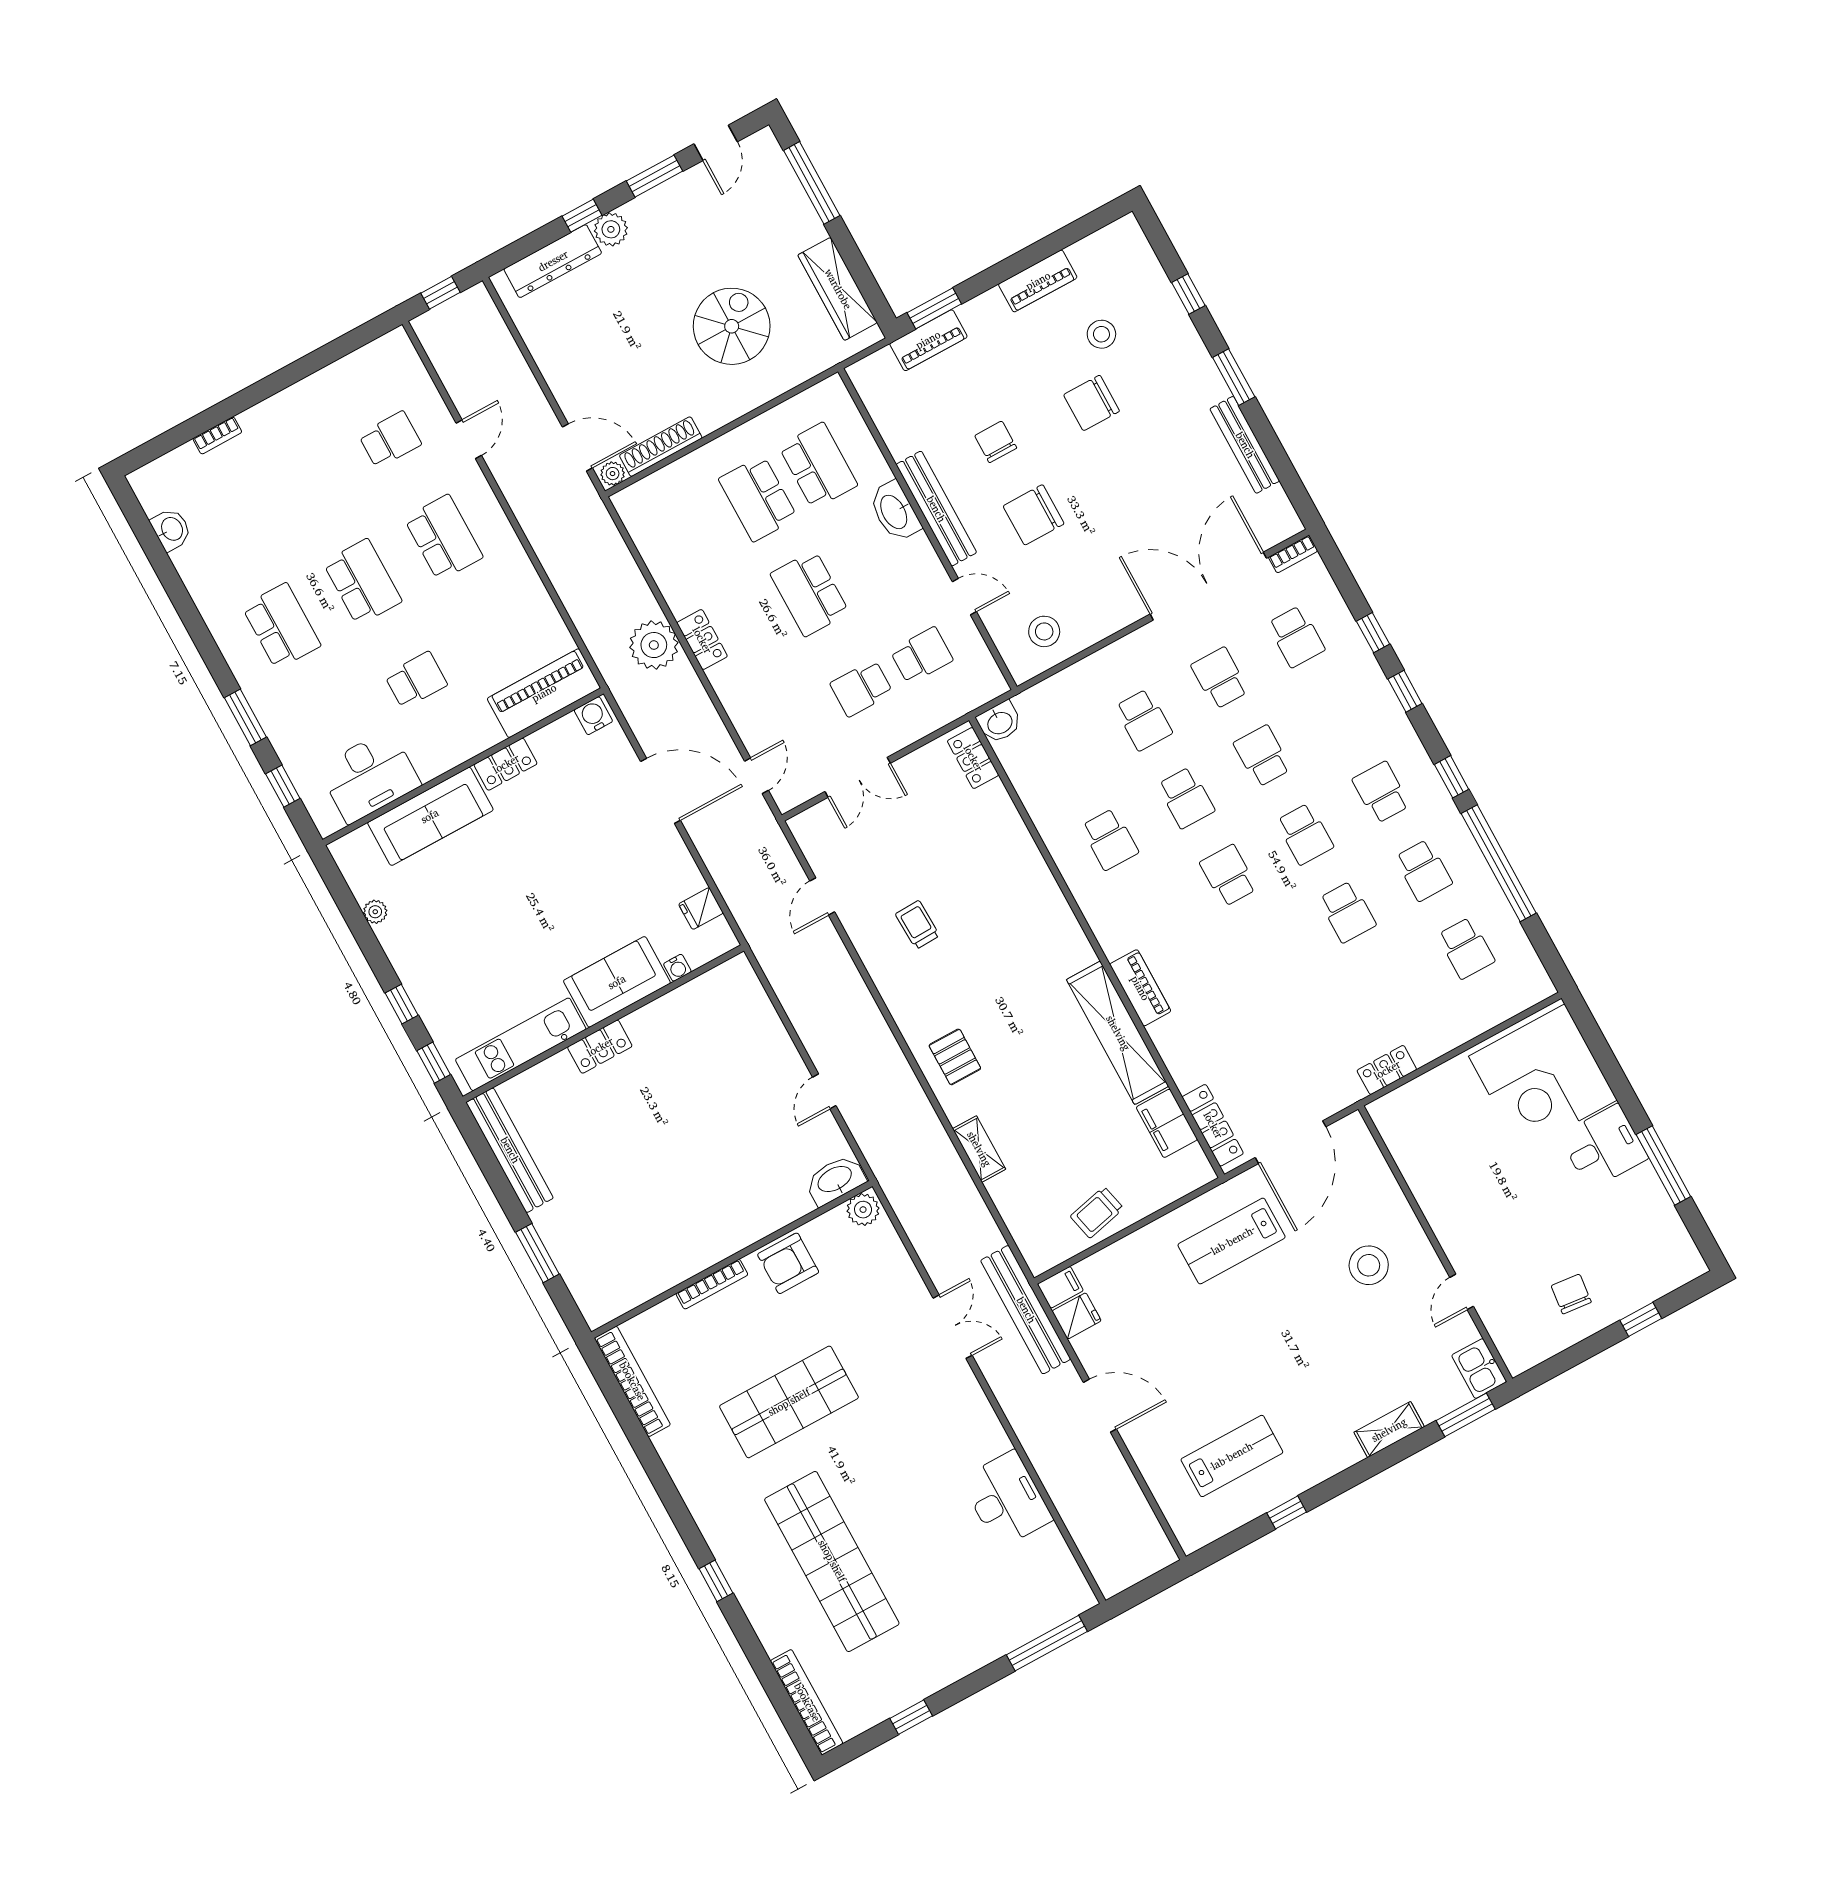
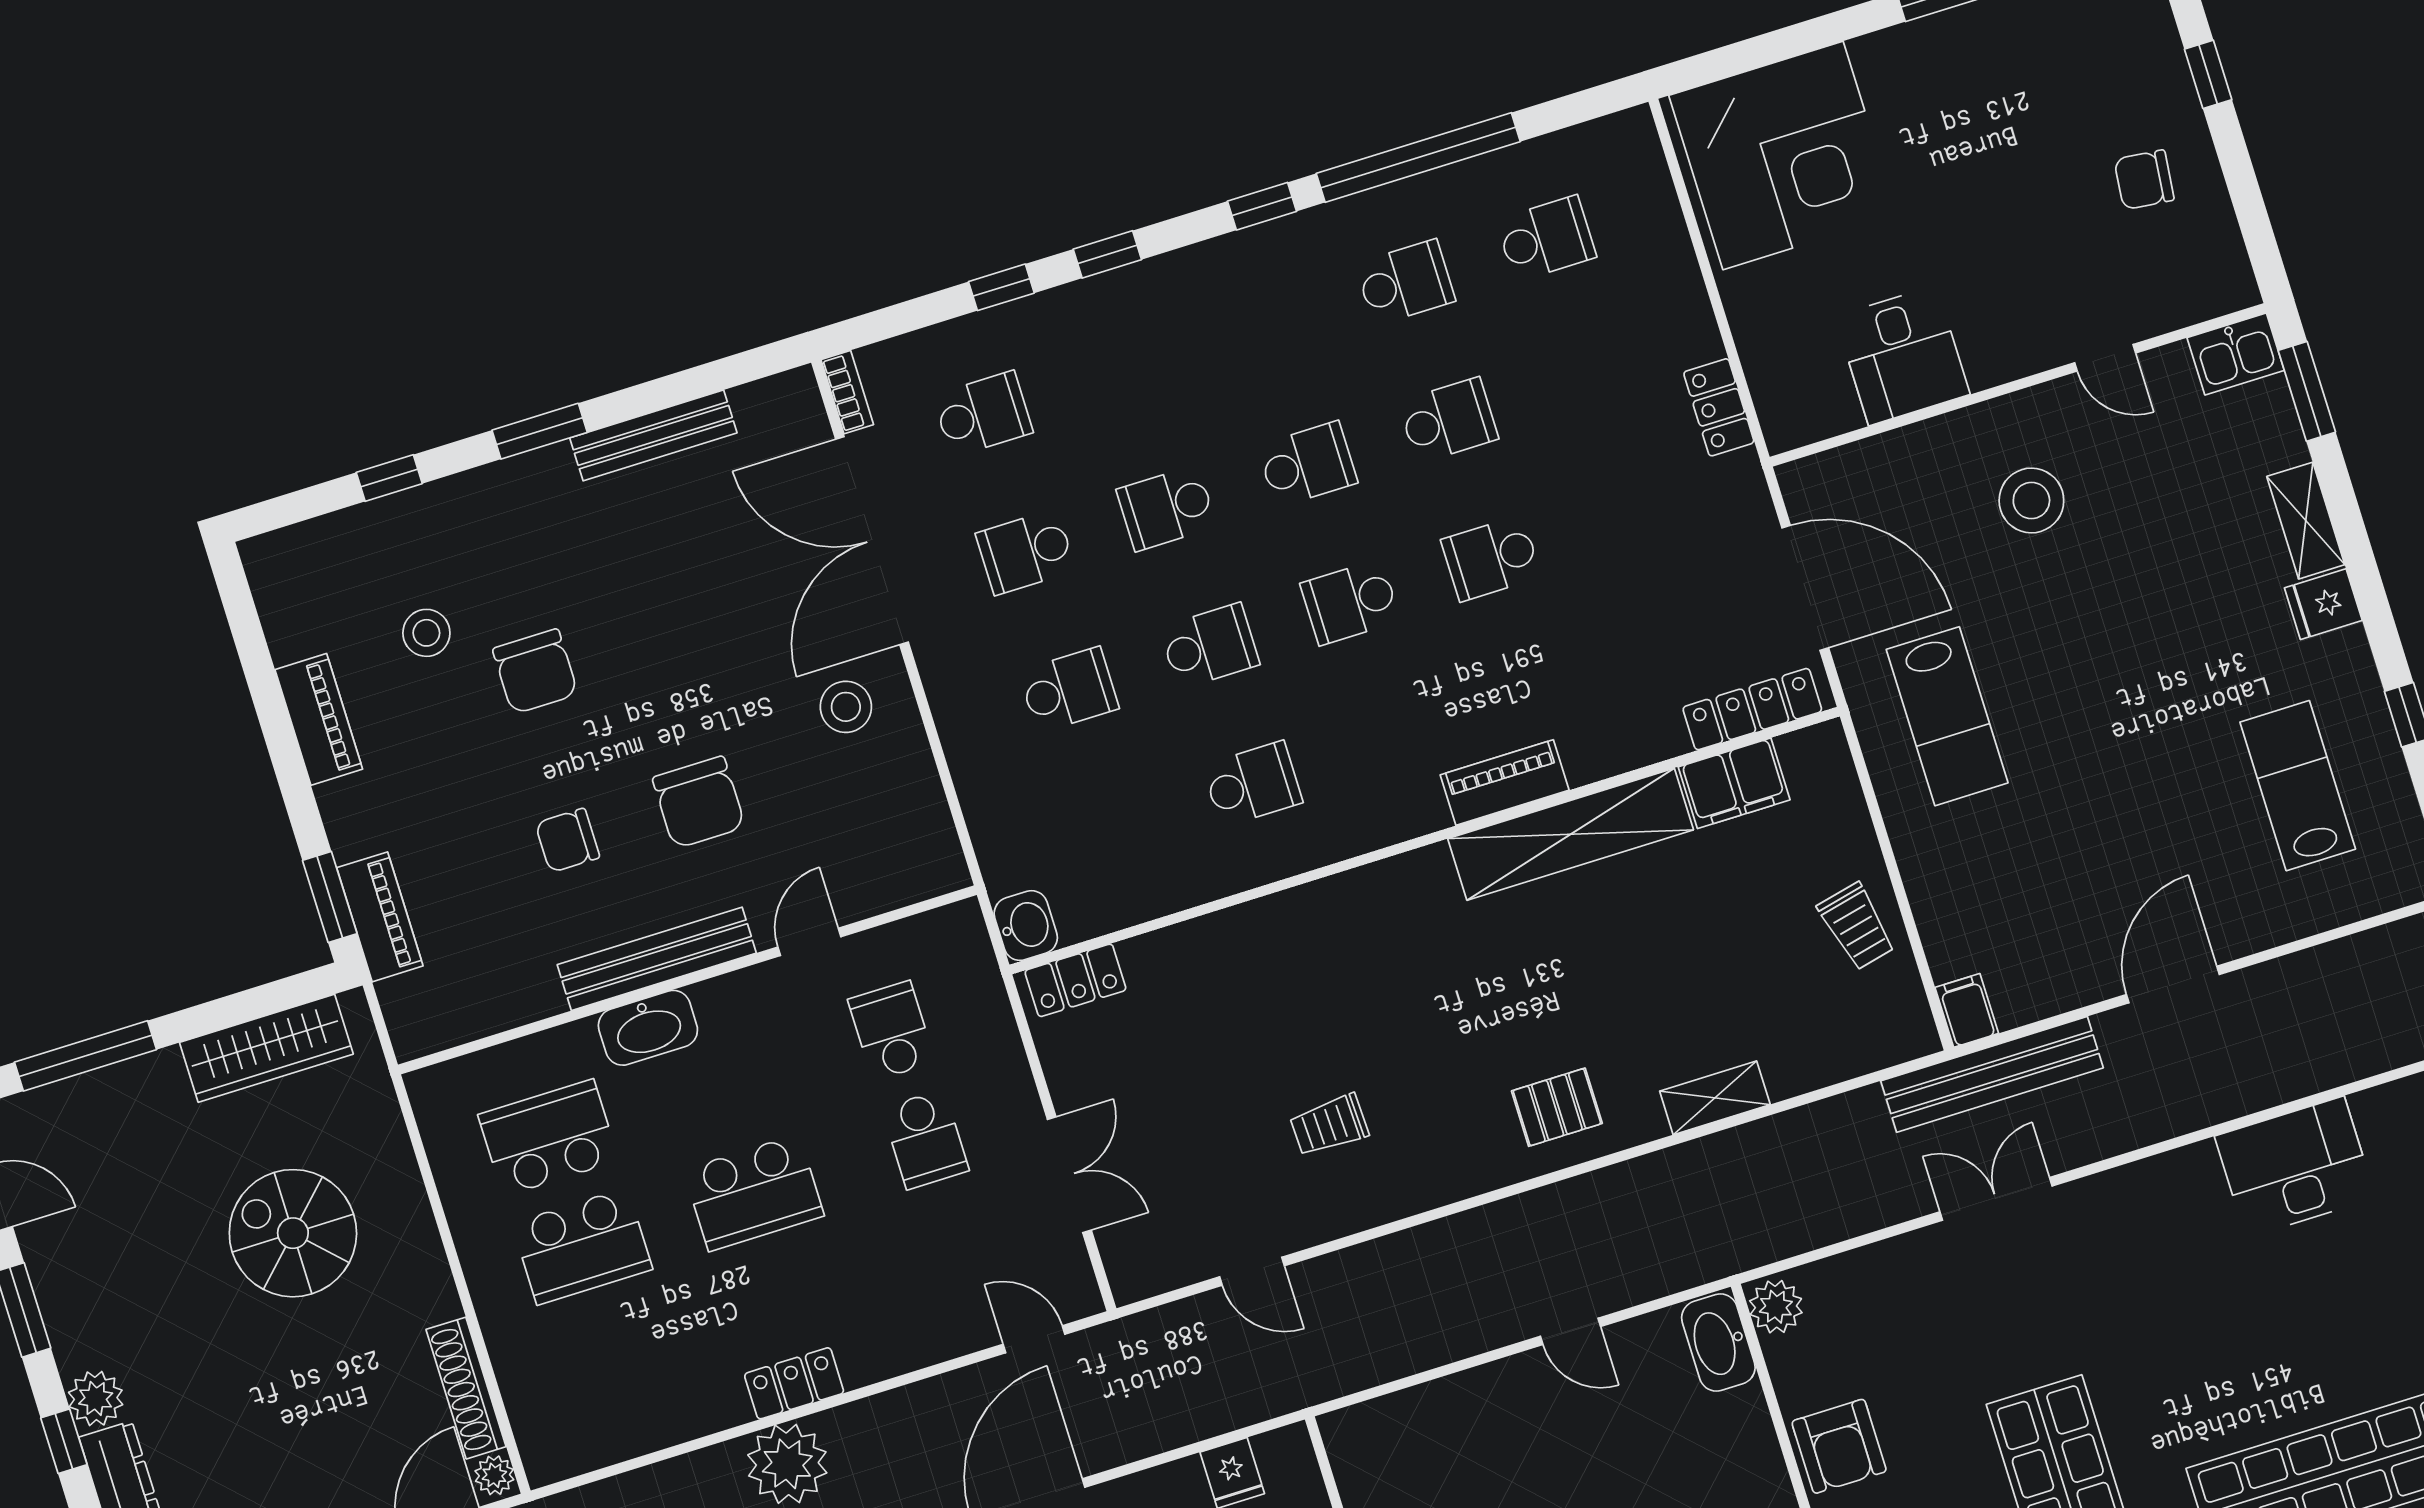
stool: (1044, 631) -> (846, 707), moved
school desk: (1381, 792) -> (1491, 558), moved
desk: (1604, 1147) -> (1902, 355), moved, turned 180
fridge: (1077, 1316) -> (2323, 604), moved, turned -90

